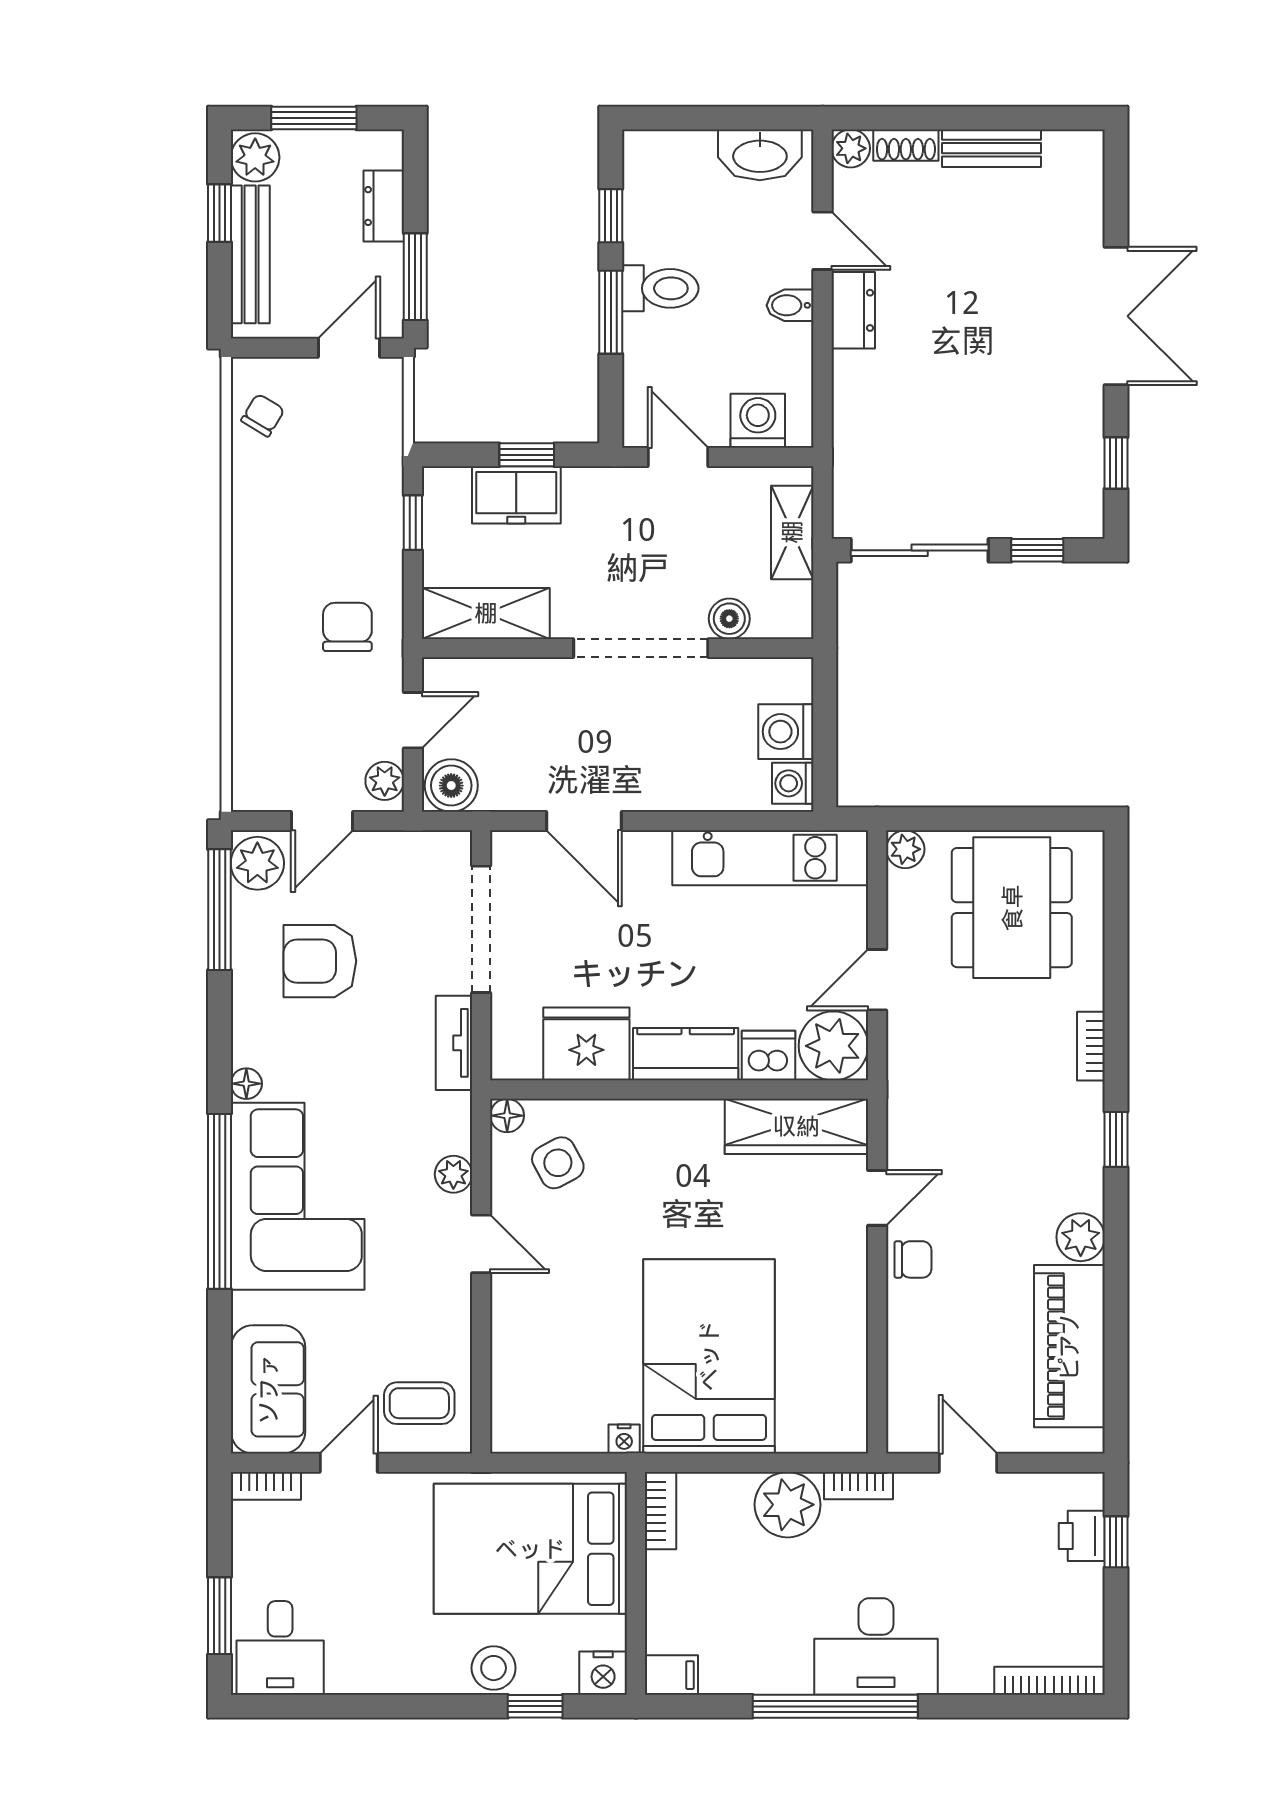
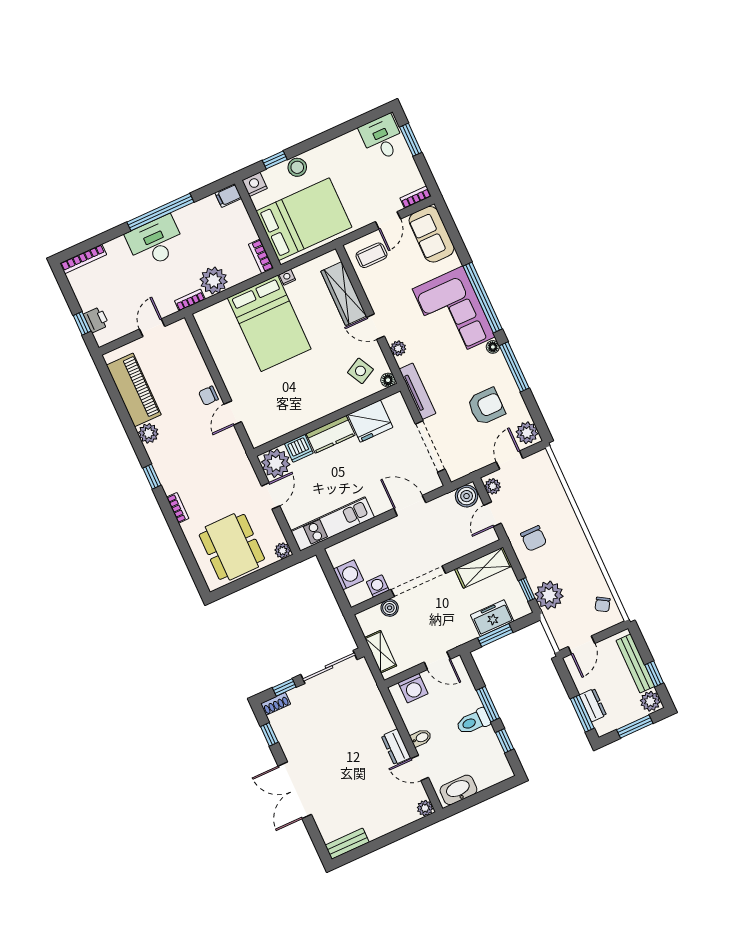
shoe rack: (906, 145) -> (276, 704), moved, turned 180
bench: (991, 148) -> (347, 844), moved
window: (415, 277) -> (582, 714), moved
window: (527, 455) -> (495, 635), width x1.50
plant: (370, 488) -> (549, 595), added
washing machine: (793, 783) -> (378, 586), moved, turned -90
window: (219, 910) -> (514, 367), moved
tv unit: (454, 1043) -> (417, 391), width x1.41
wardrobe: (796, 1126) -> (344, 294), moved, turned -90
door: (968, 1463) -> (152, 328), swing flipped

